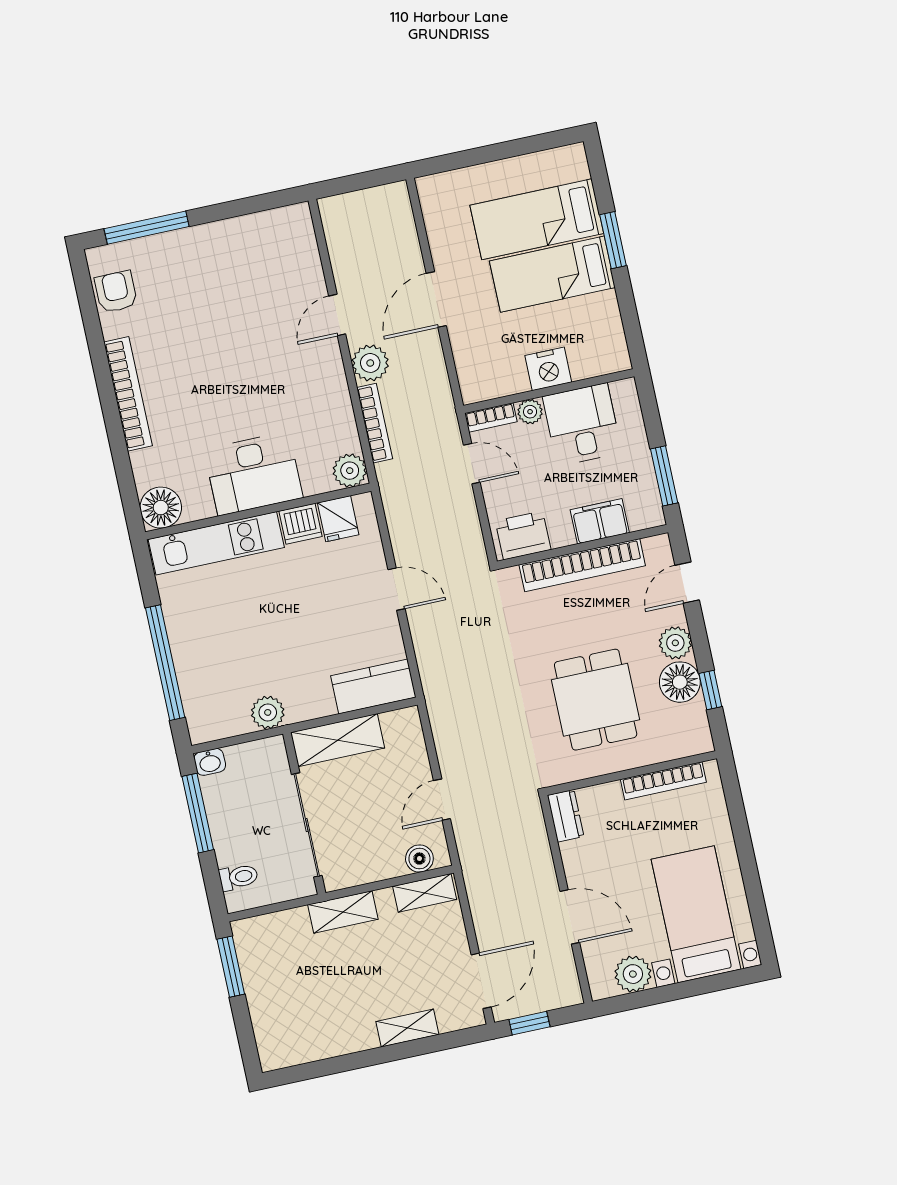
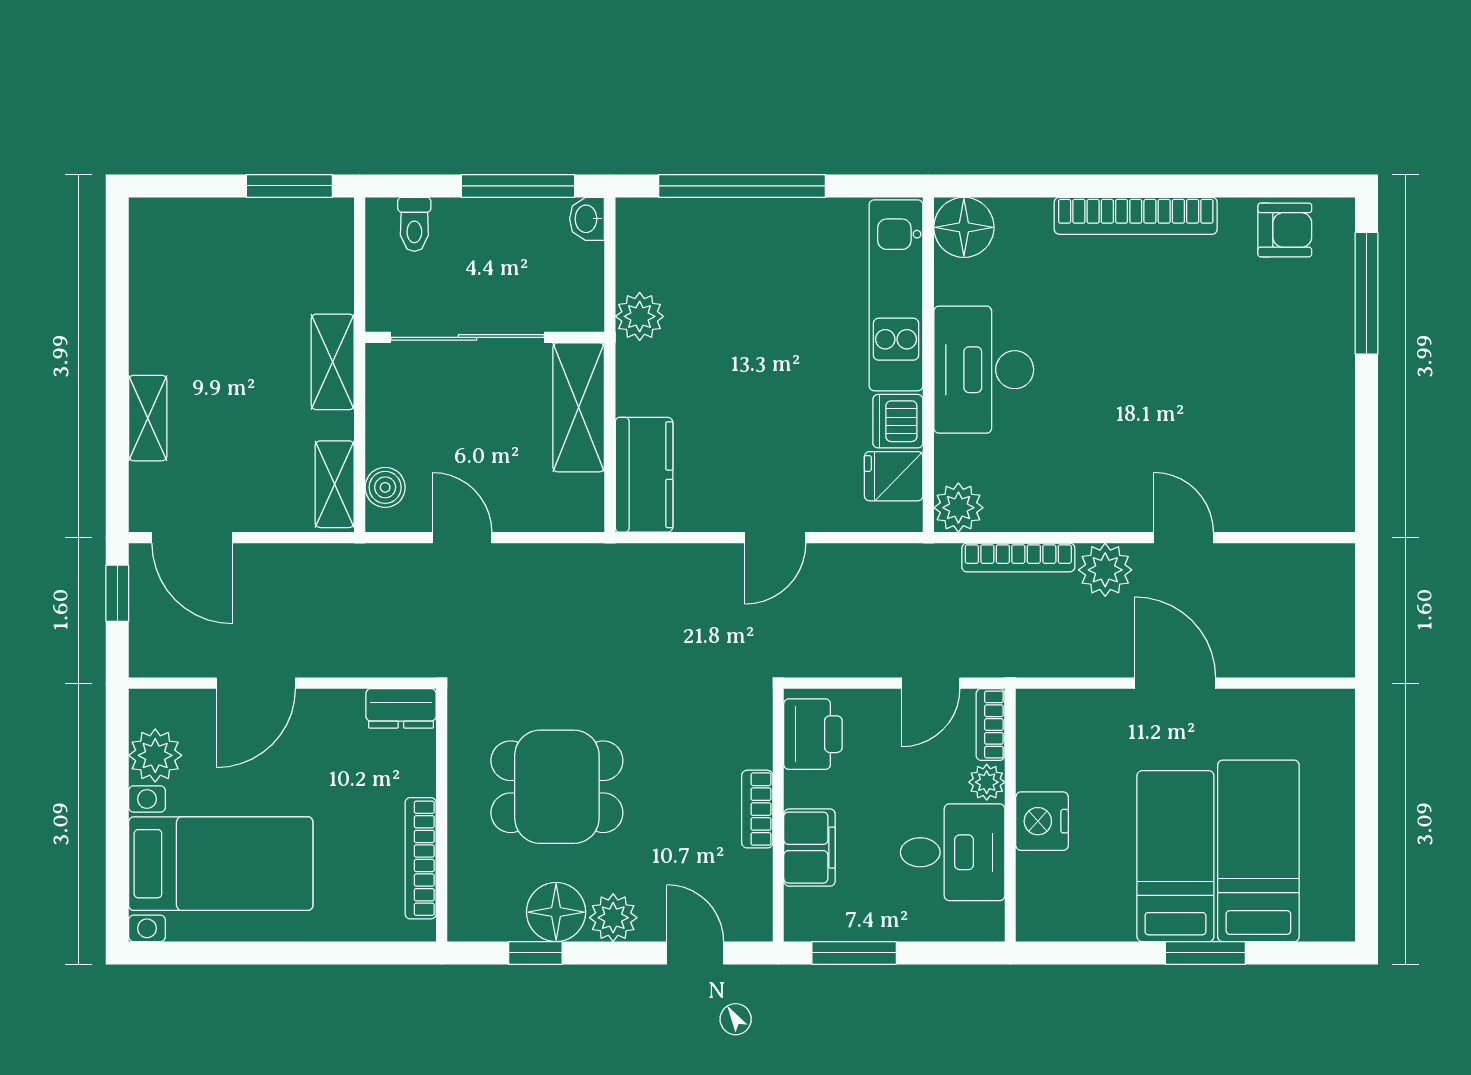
bookcase: (582, 565) -> (757, 809), width x0.43, depth x0.76

